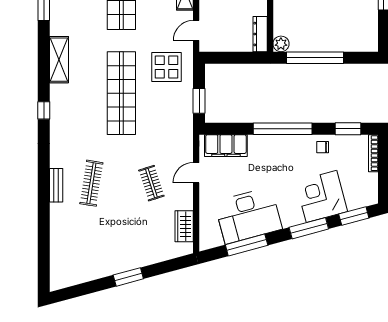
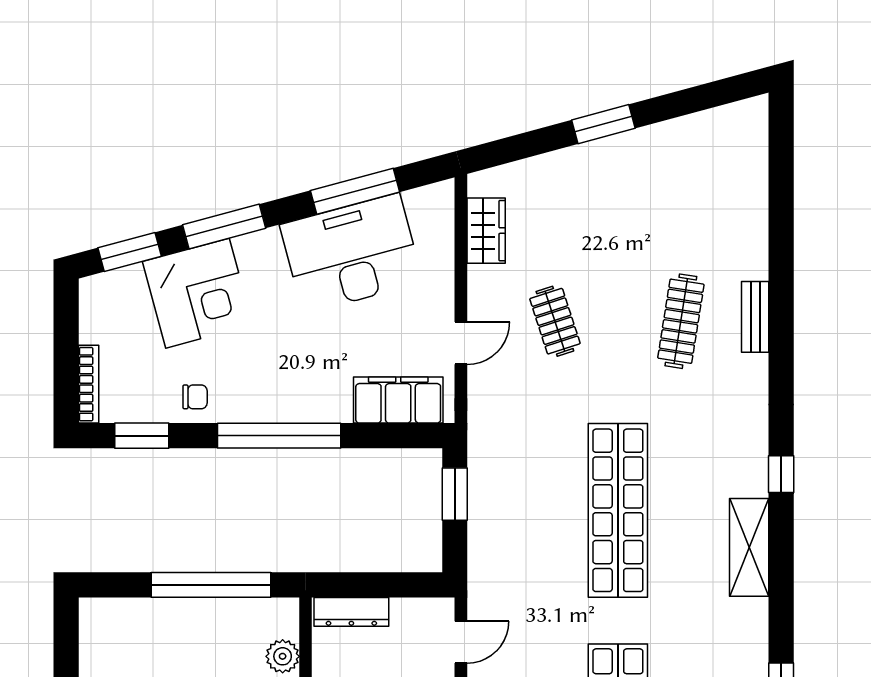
dresser: (260, 34) -> (351, 612), moved, turned 90
plant: (281, 44) -> (283, 656), moved
shelving: (59, 60) -> (749, 547), moved
display table: (166, 67) -> (523, 565), removed

